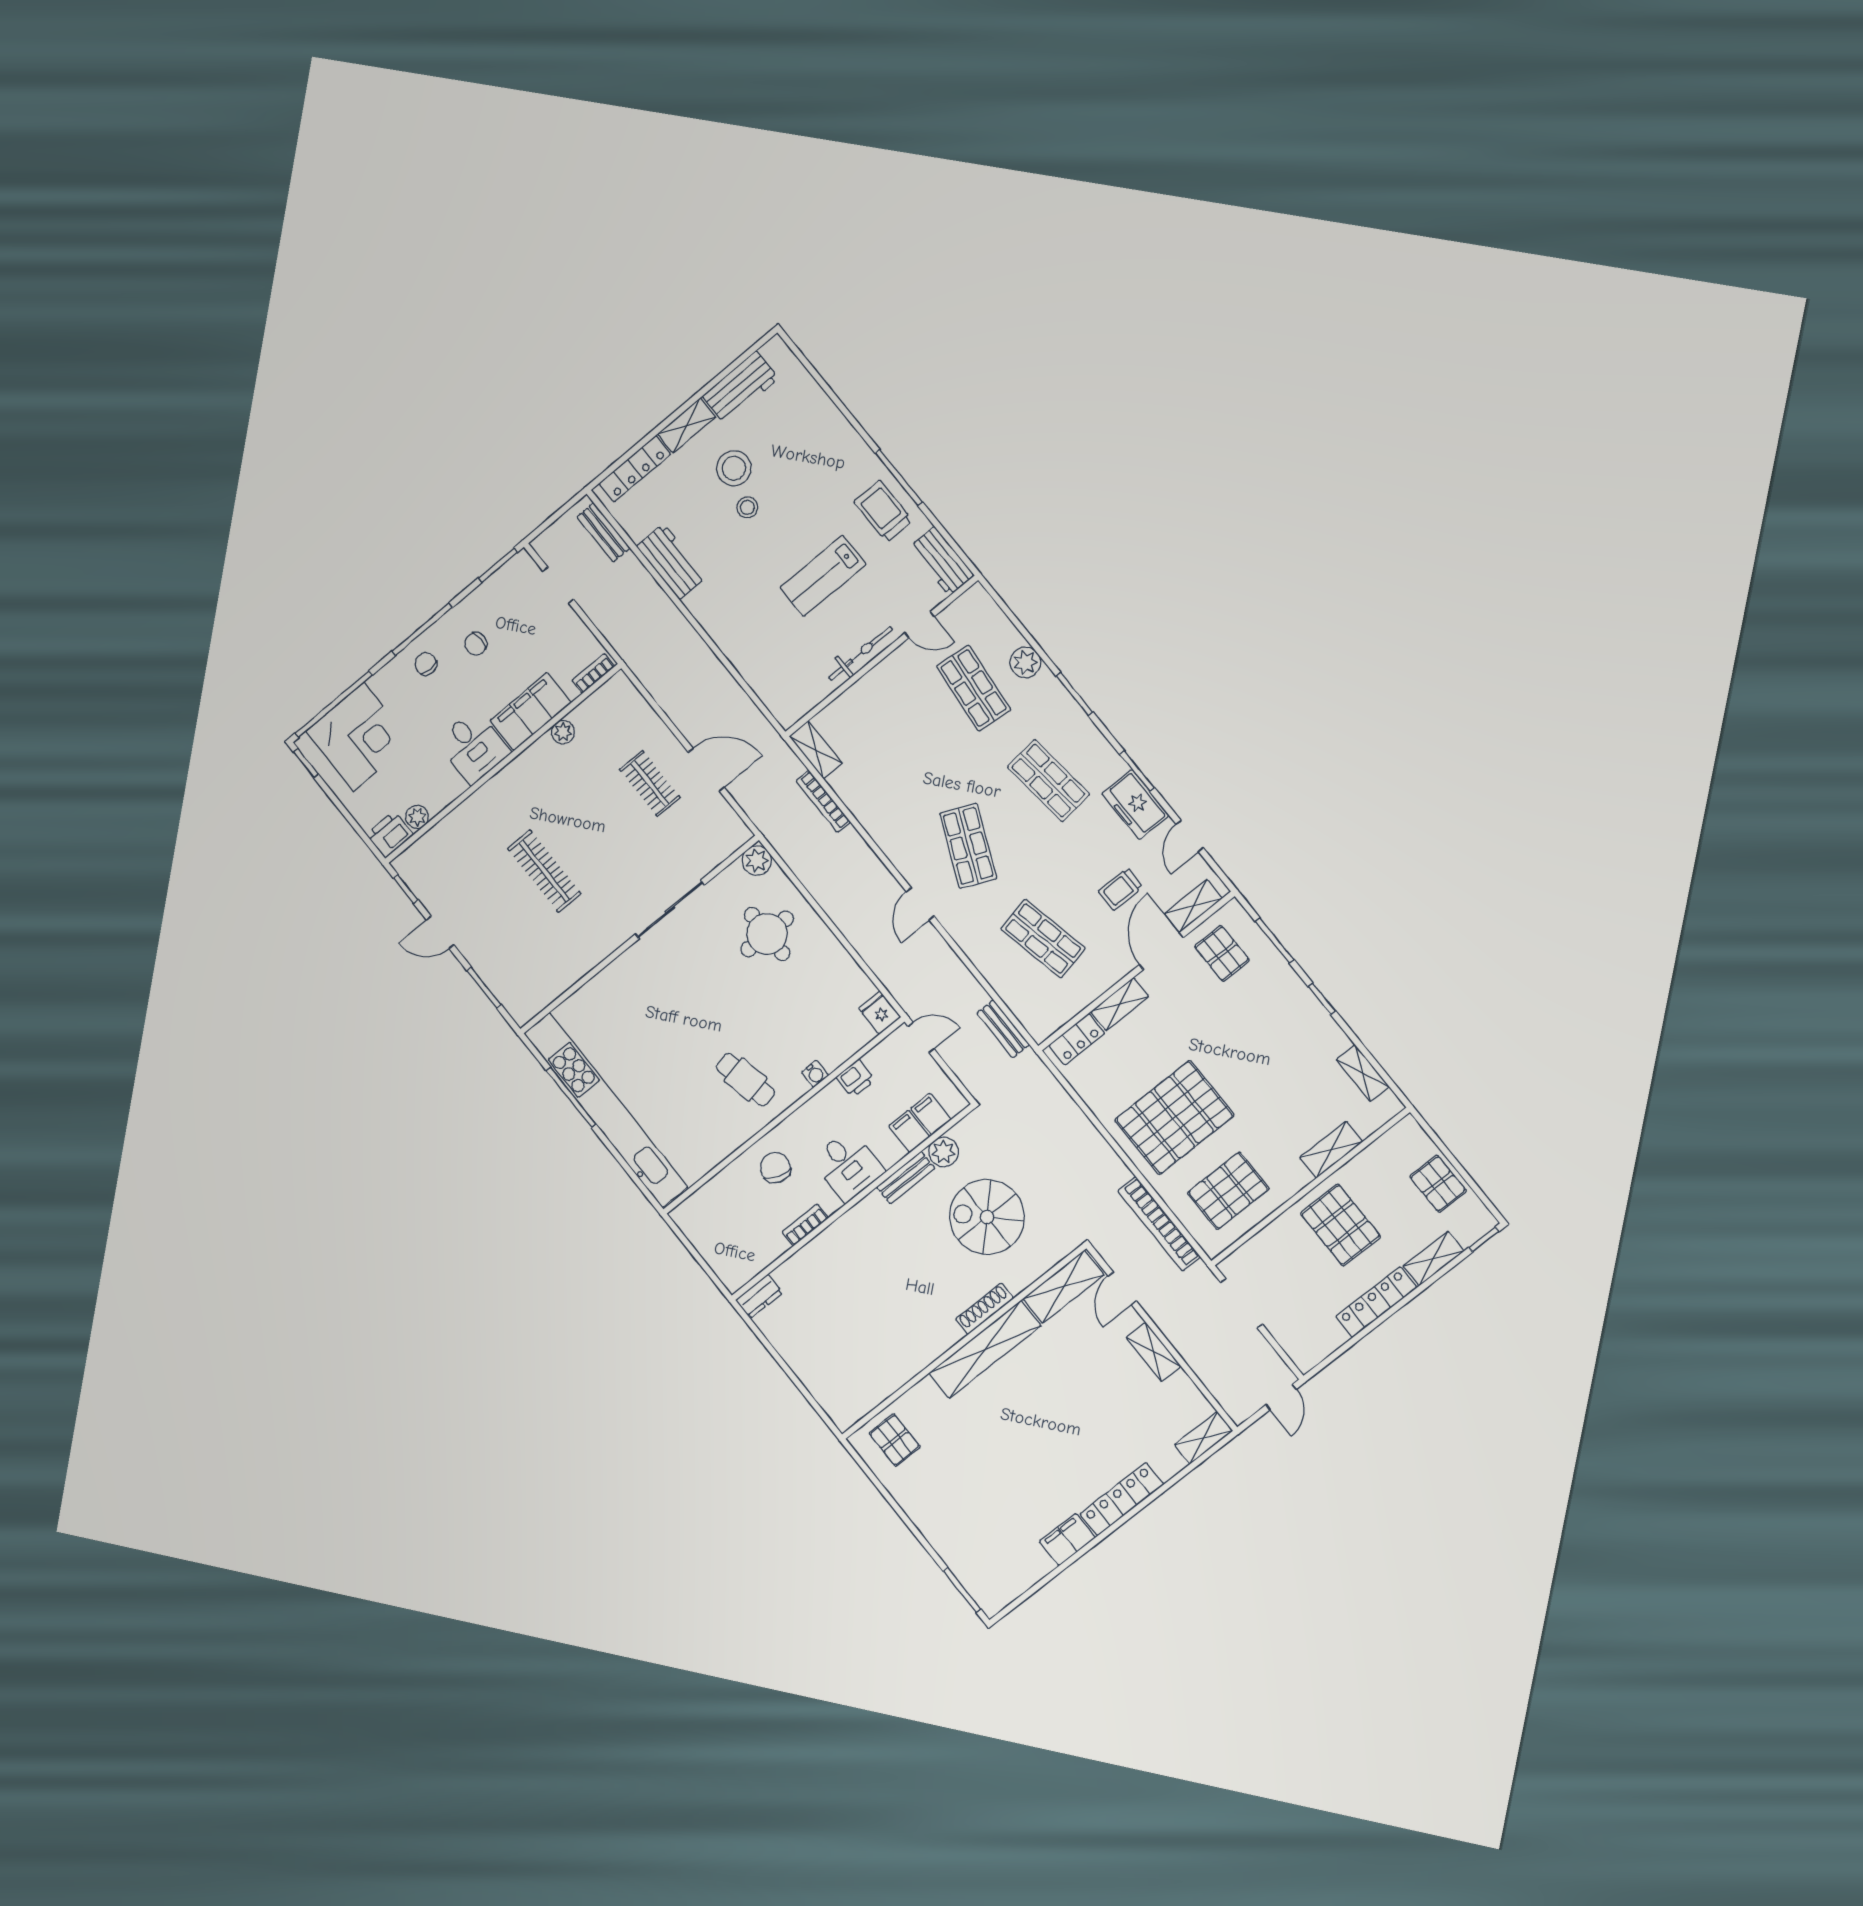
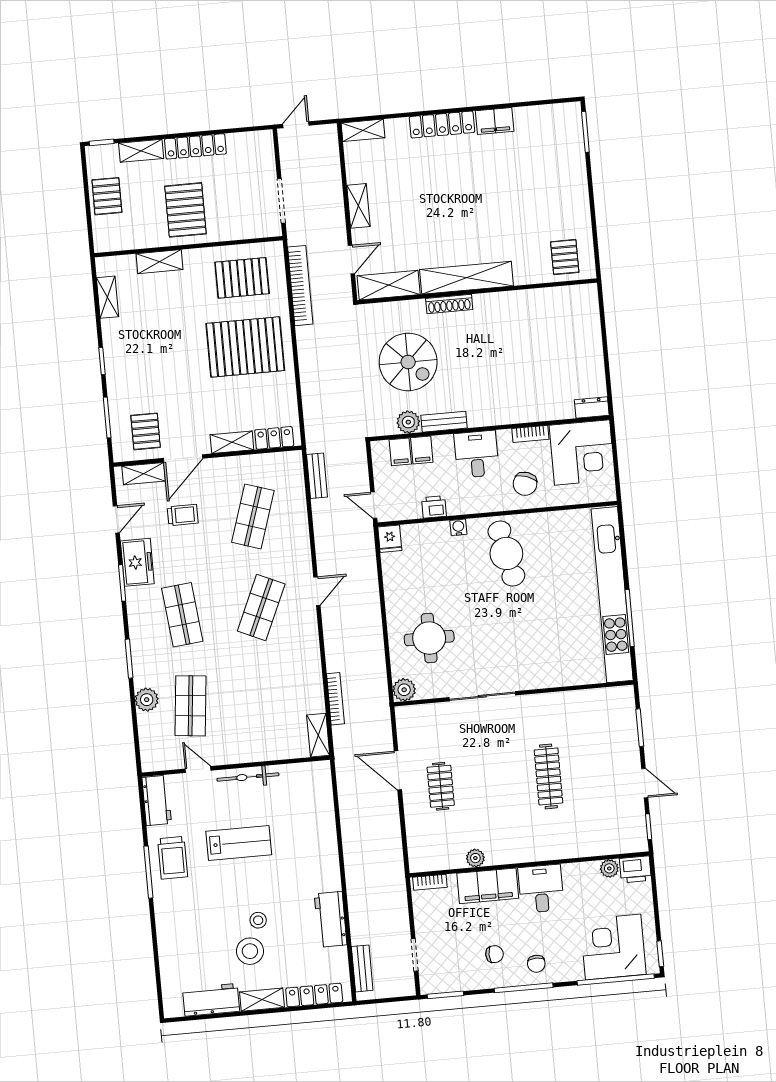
shop shelf: (1043, 939) -> (253, 516), turned 30
cafe table: (746, 1080) -> (506, 553), width x1.37, depth x1.35
corner desk: (737, 1241) -> (582, 452), added

